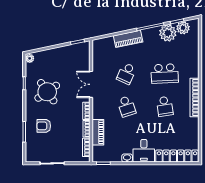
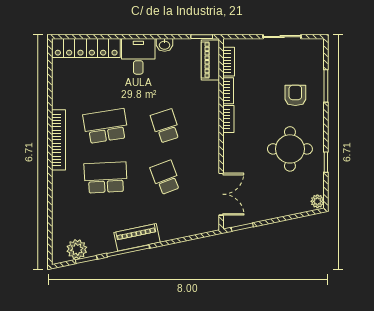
plant: (168, 33) -> (101, 241), removed
piano: (128, 39) -> (137, 237), moved
school desk: (126, 74) -> (165, 177), turned -45
double door: (91, 84) -> (221, 194), moved
round table: (47, 92) -> (290, 149), turned 35
school desk: (165, 106) -> (106, 126), width x1.85
armchair: (44, 126) -> (295, 95), turned -90
piano: (98, 132) -> (210, 60), moved

